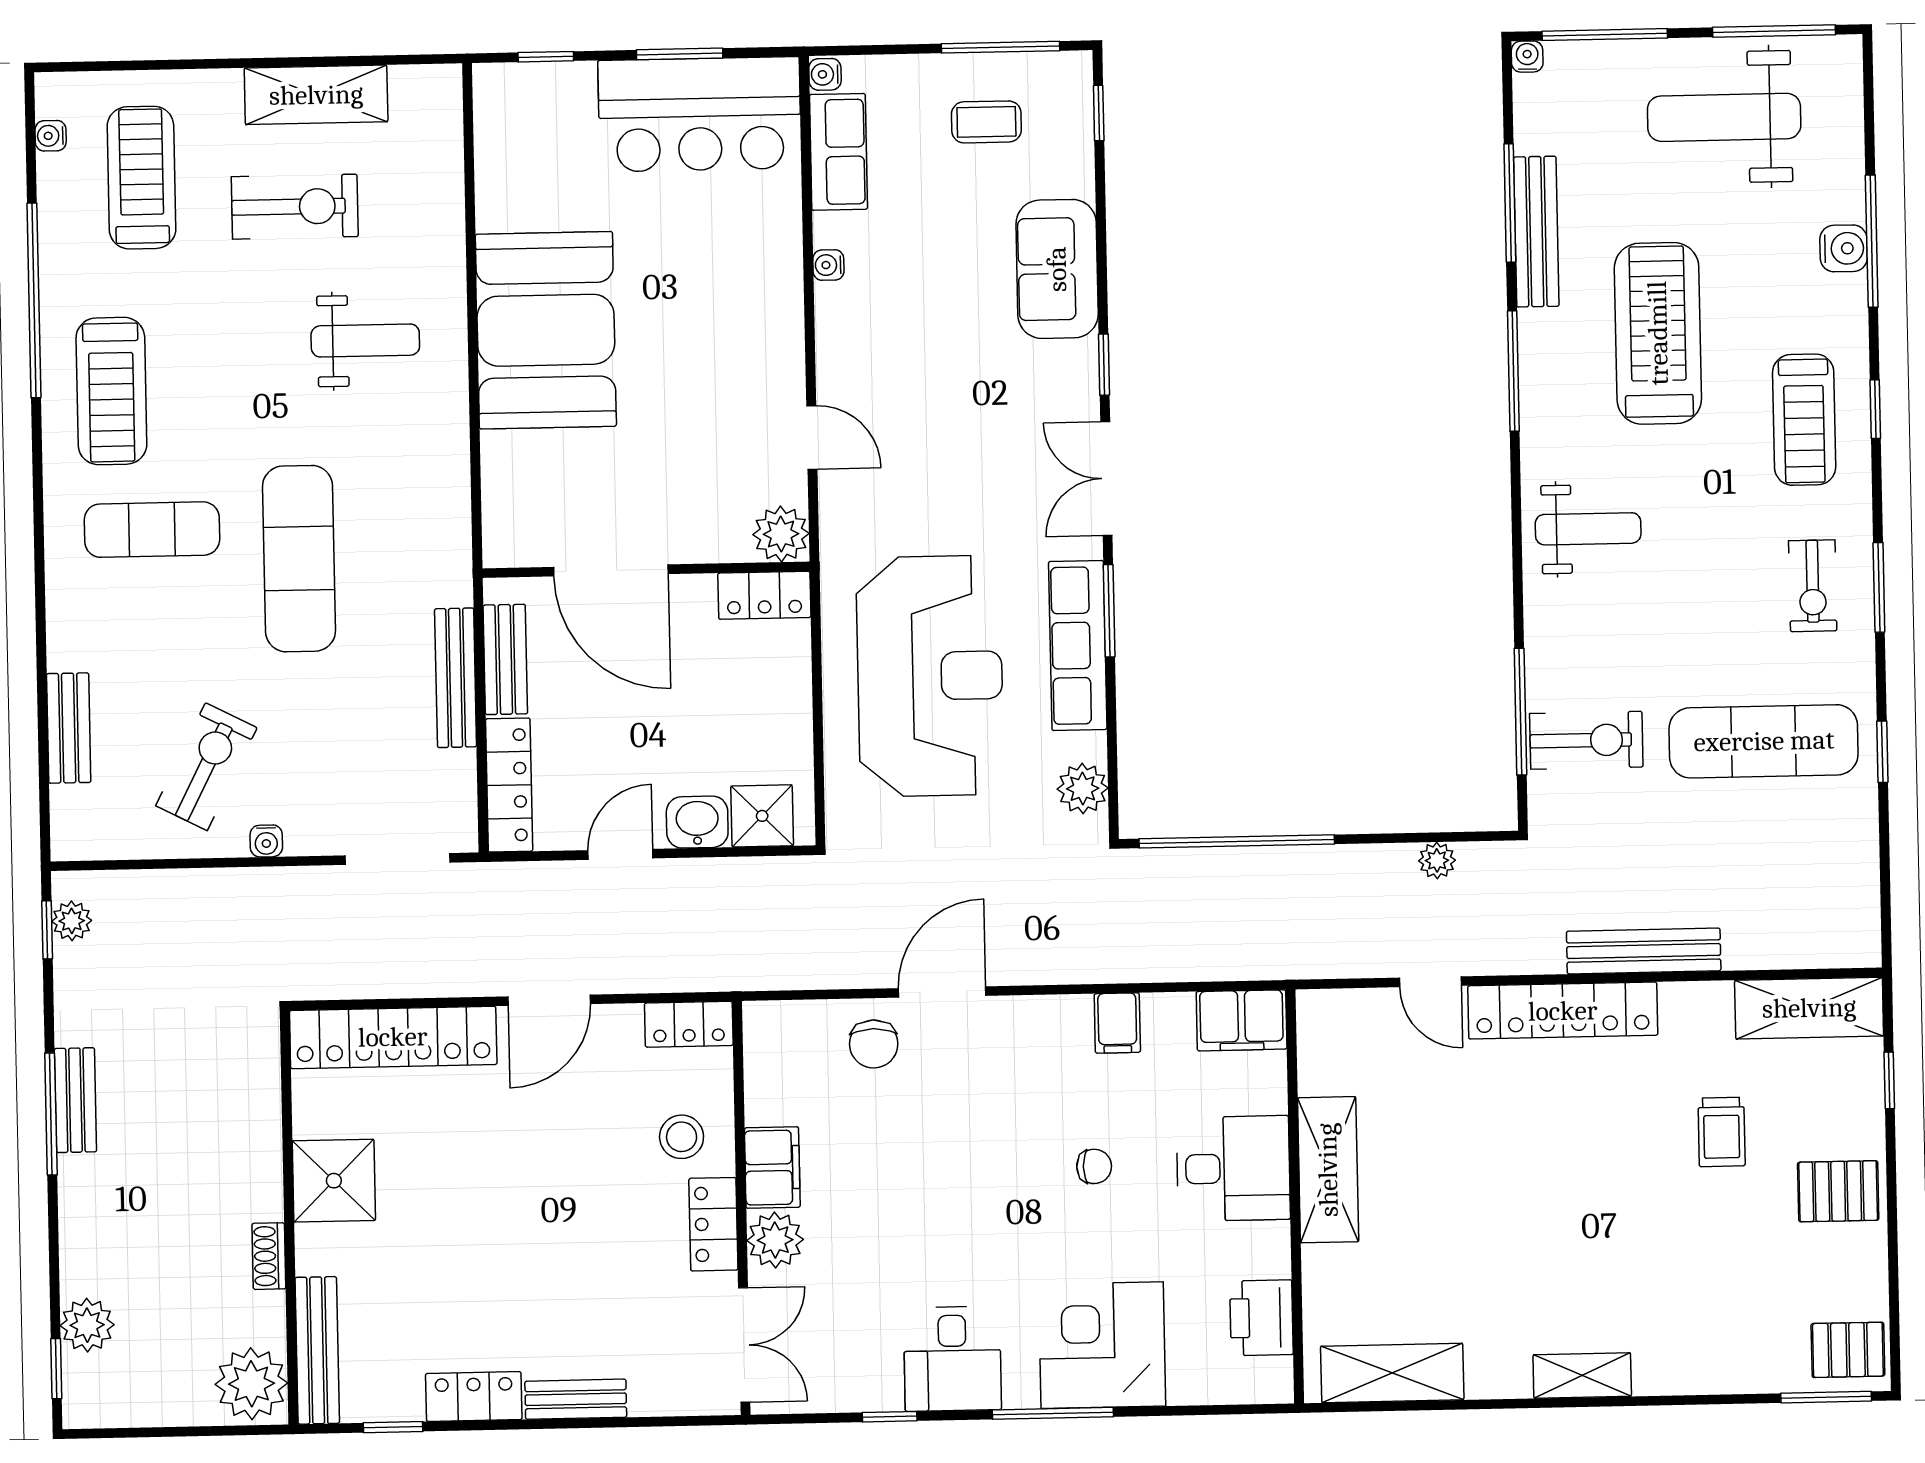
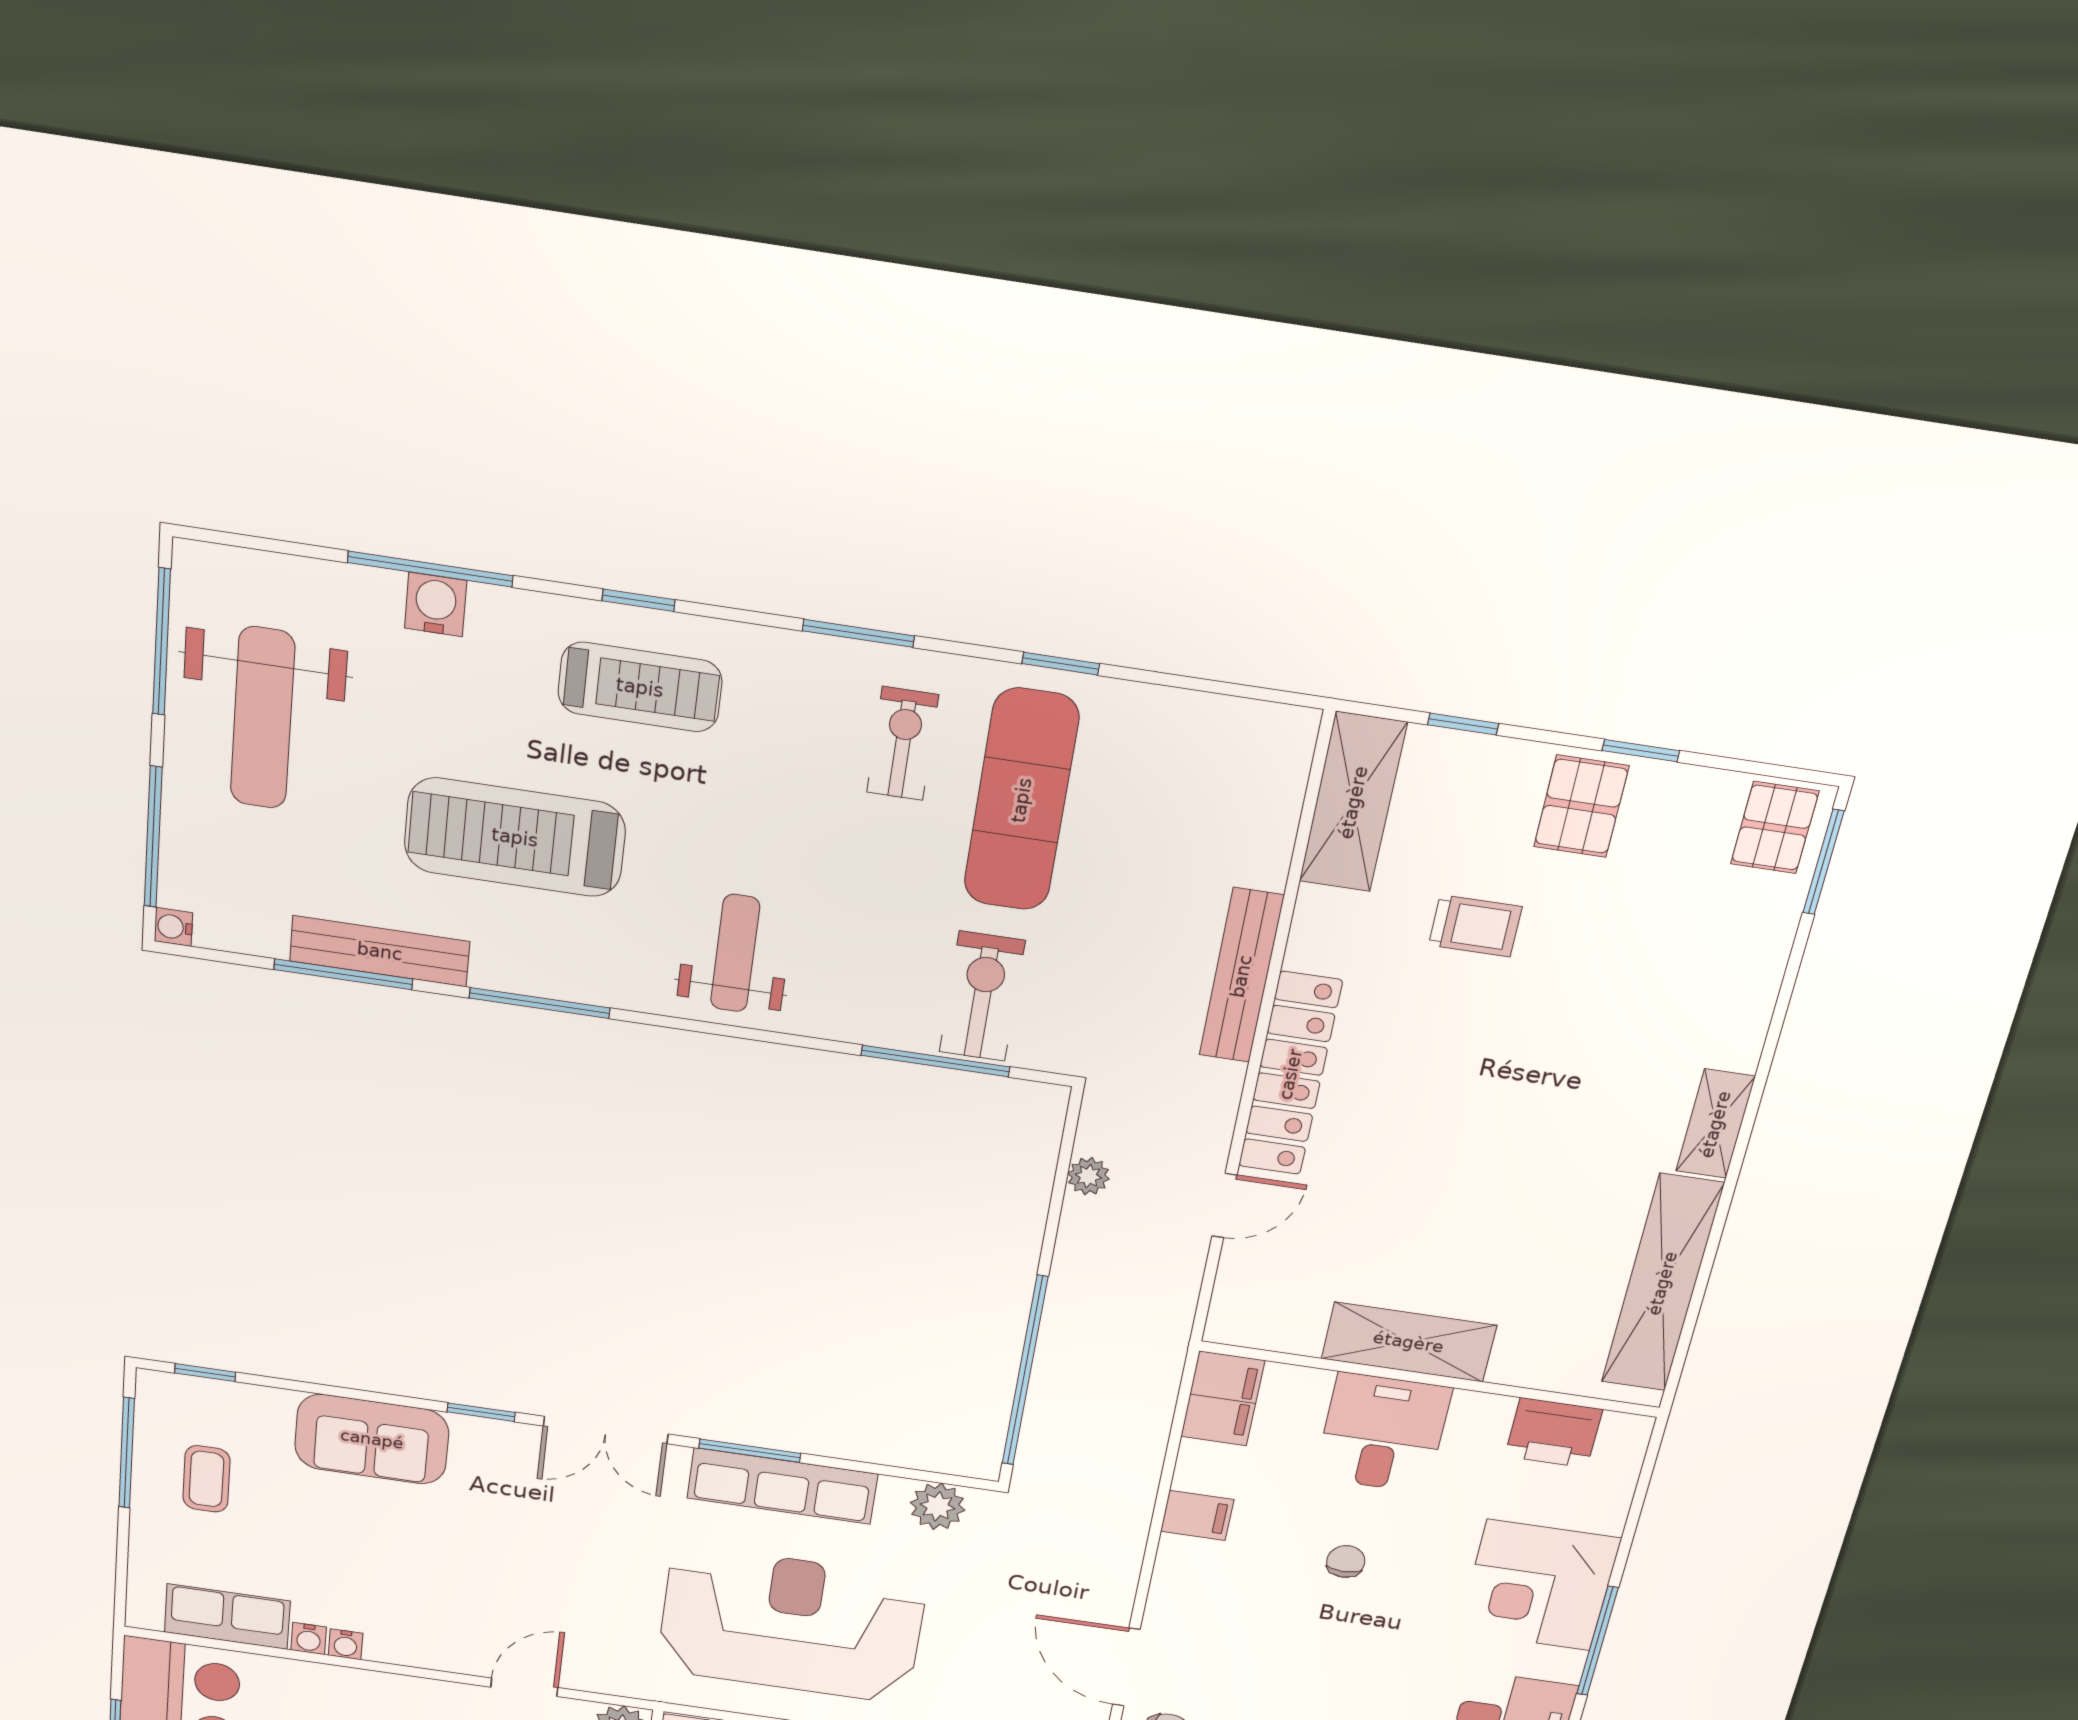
water cooler: (825, 74) -> (309, 1639), moved
exercise bike: (1813, 586) -> (903, 744), moved, turned -90
window: (1892, 1226) -> (1641, 751), added
shelving: (1392, 1373) -> (1662, 1283), width x1.47

